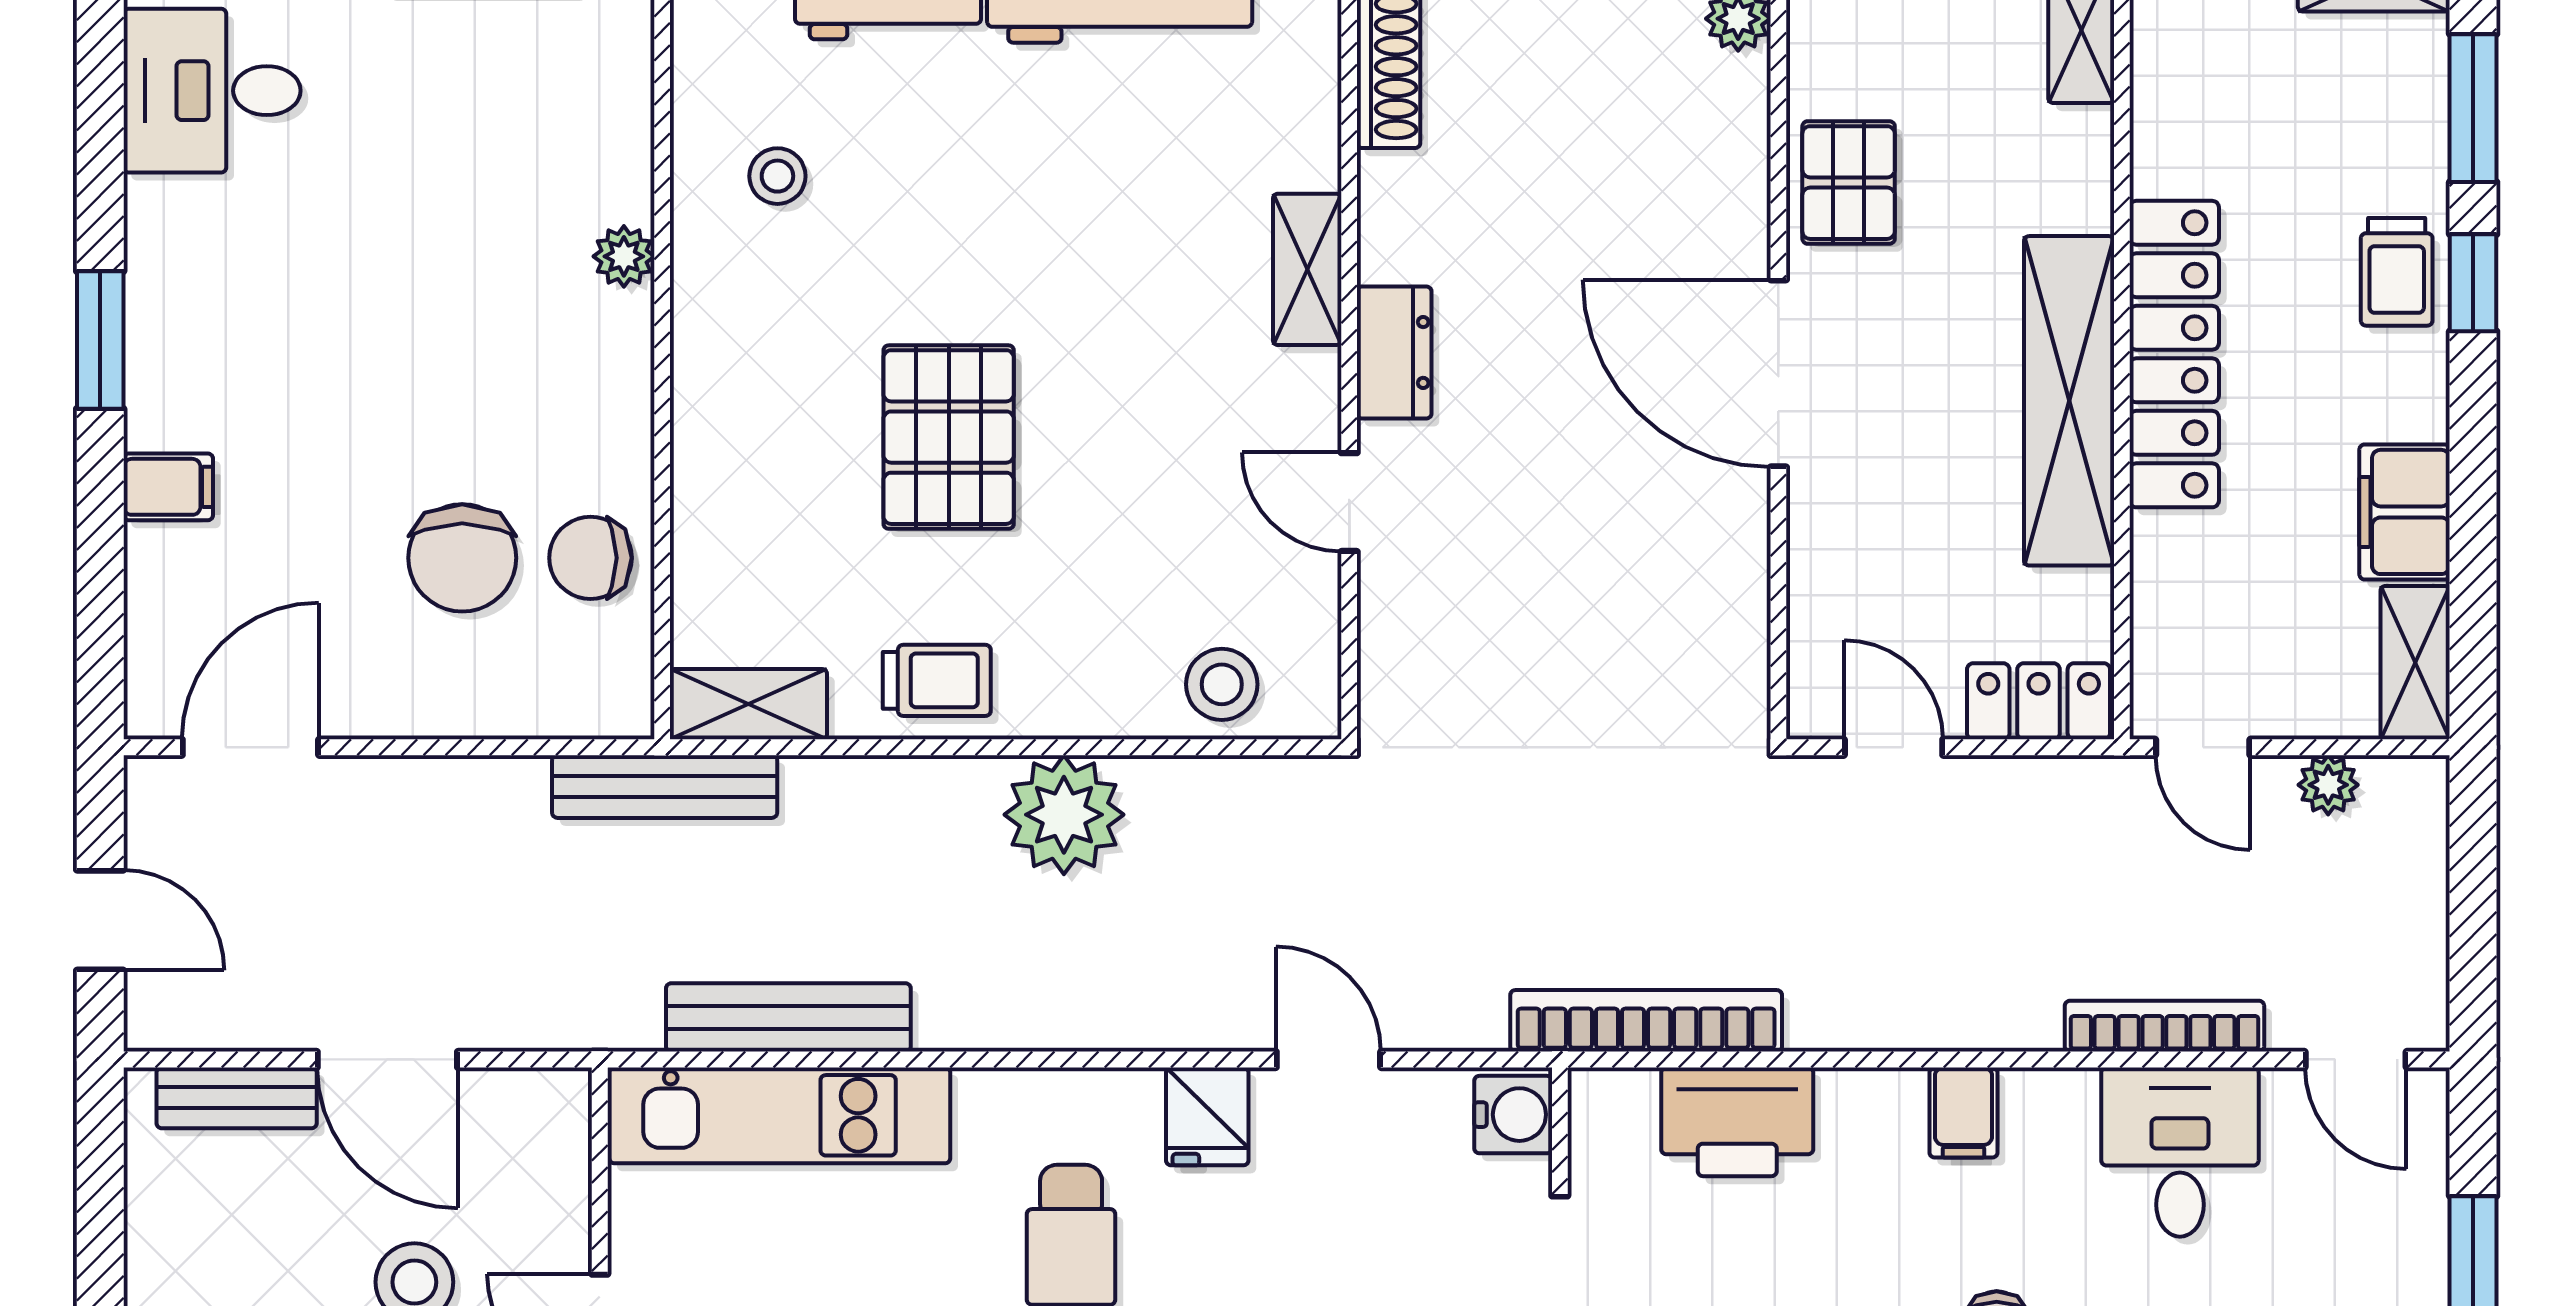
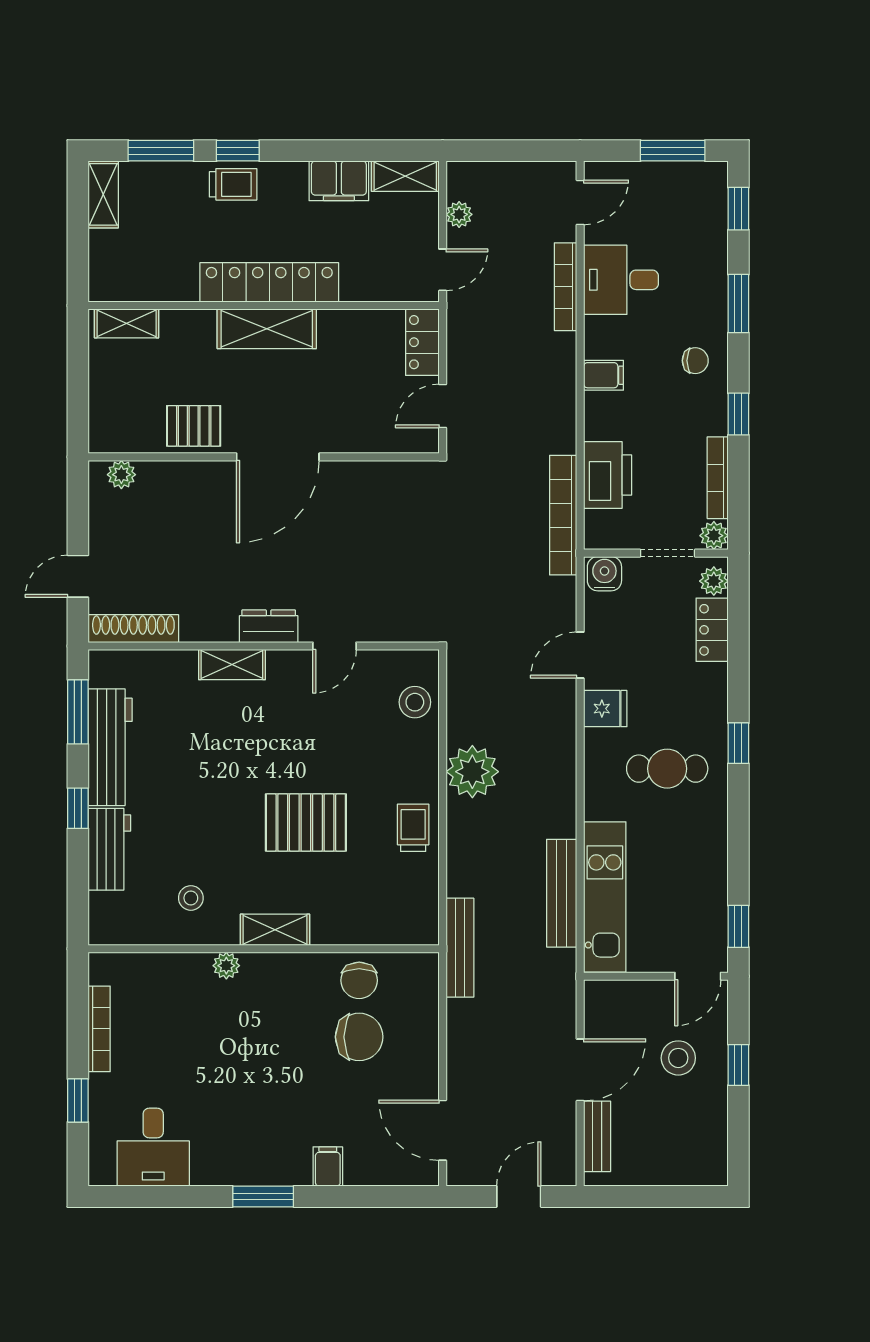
shelving: (2069, 401) -> (267, 329), width x0.68
shelving: (748, 704) -> (275, 930), moved, turned 90

